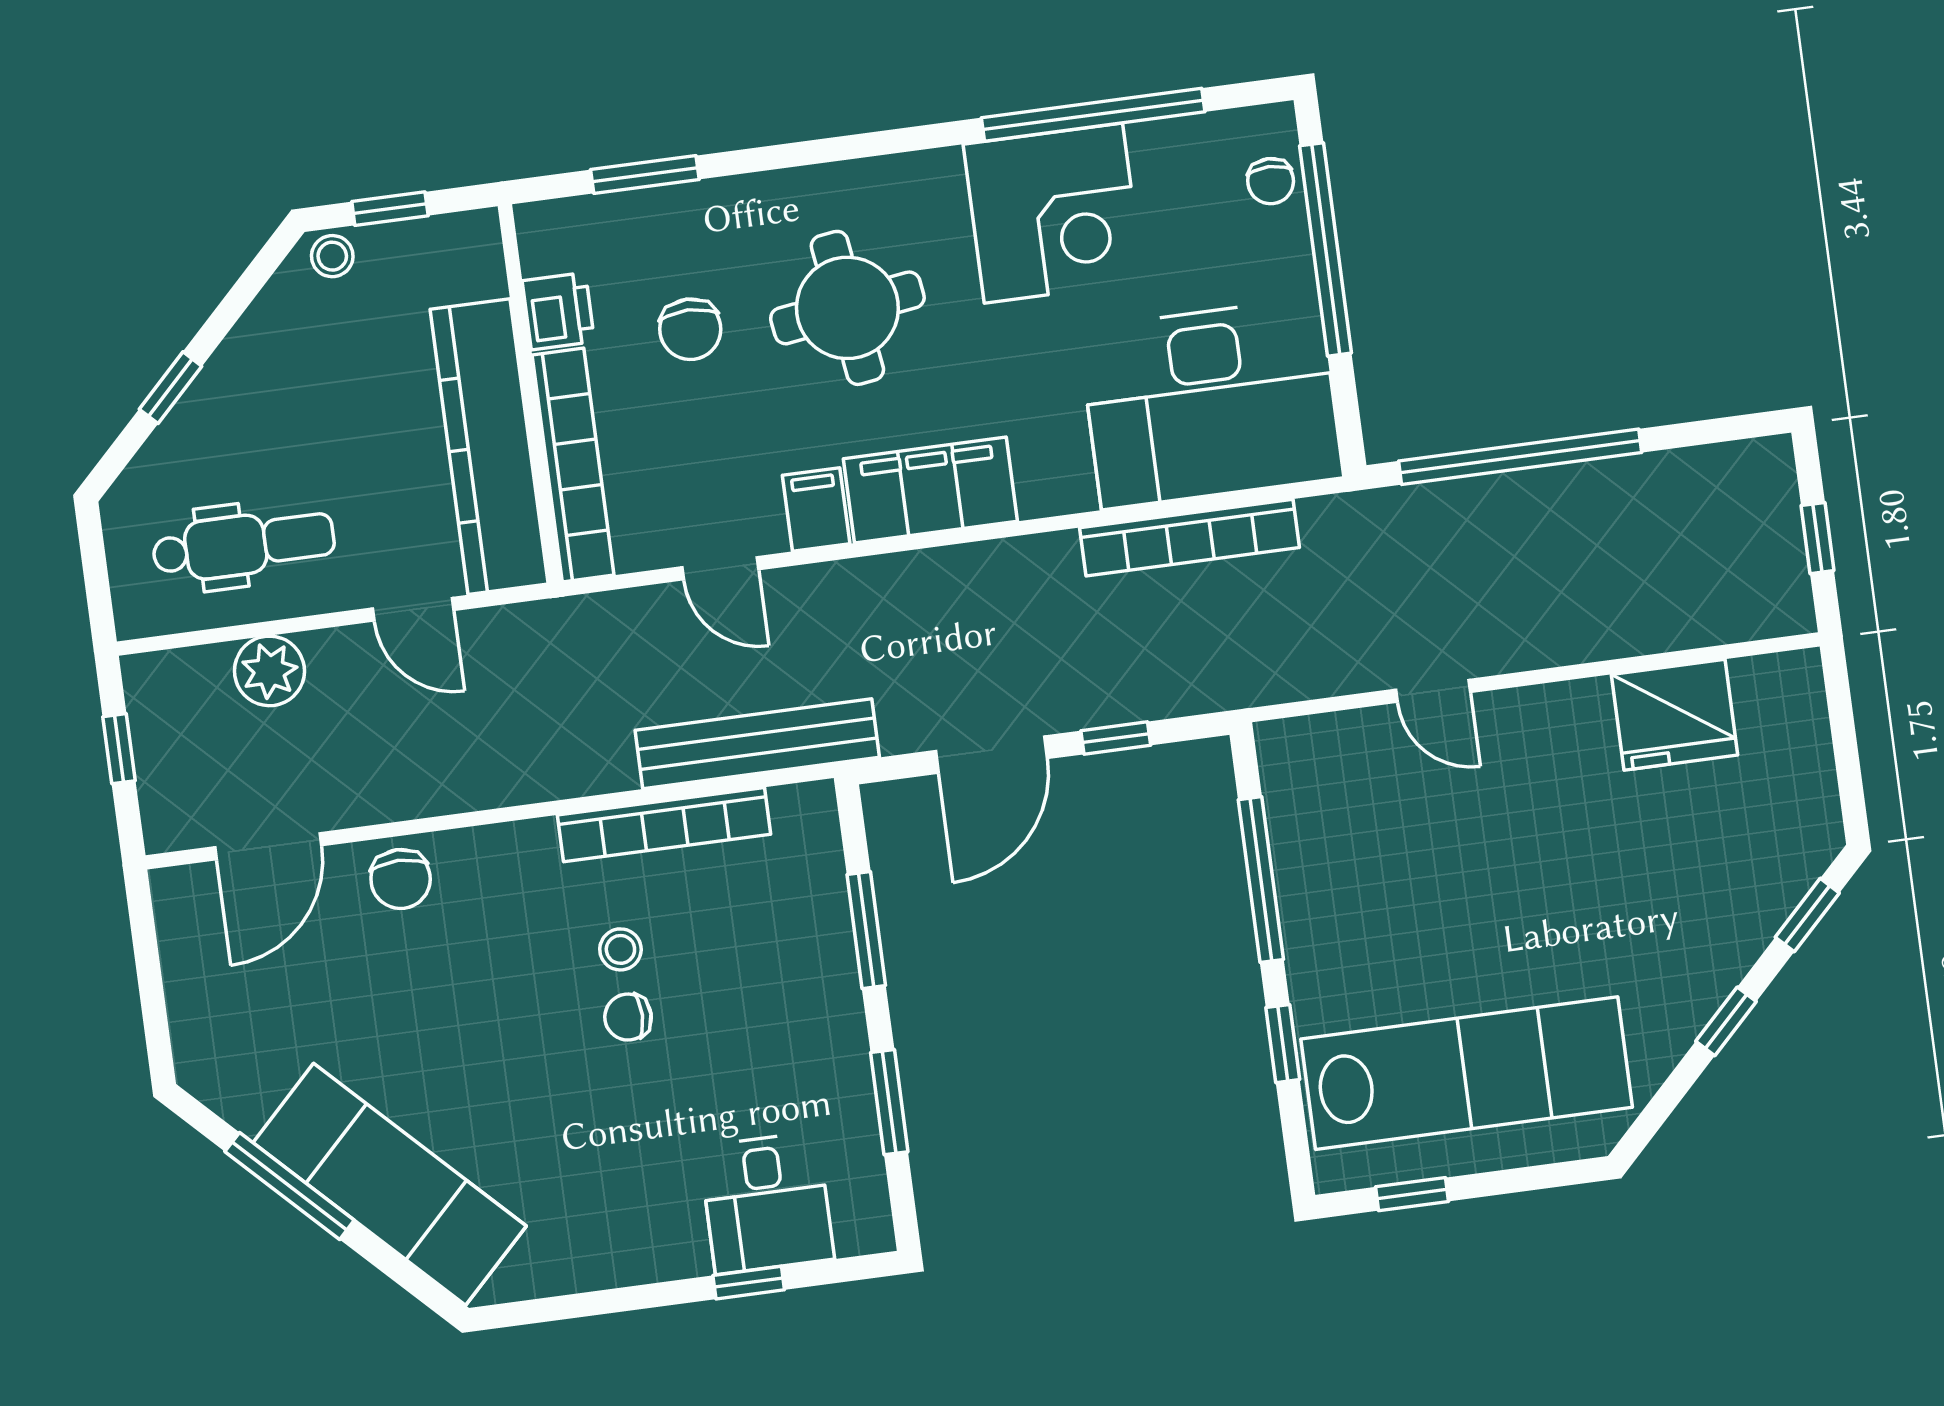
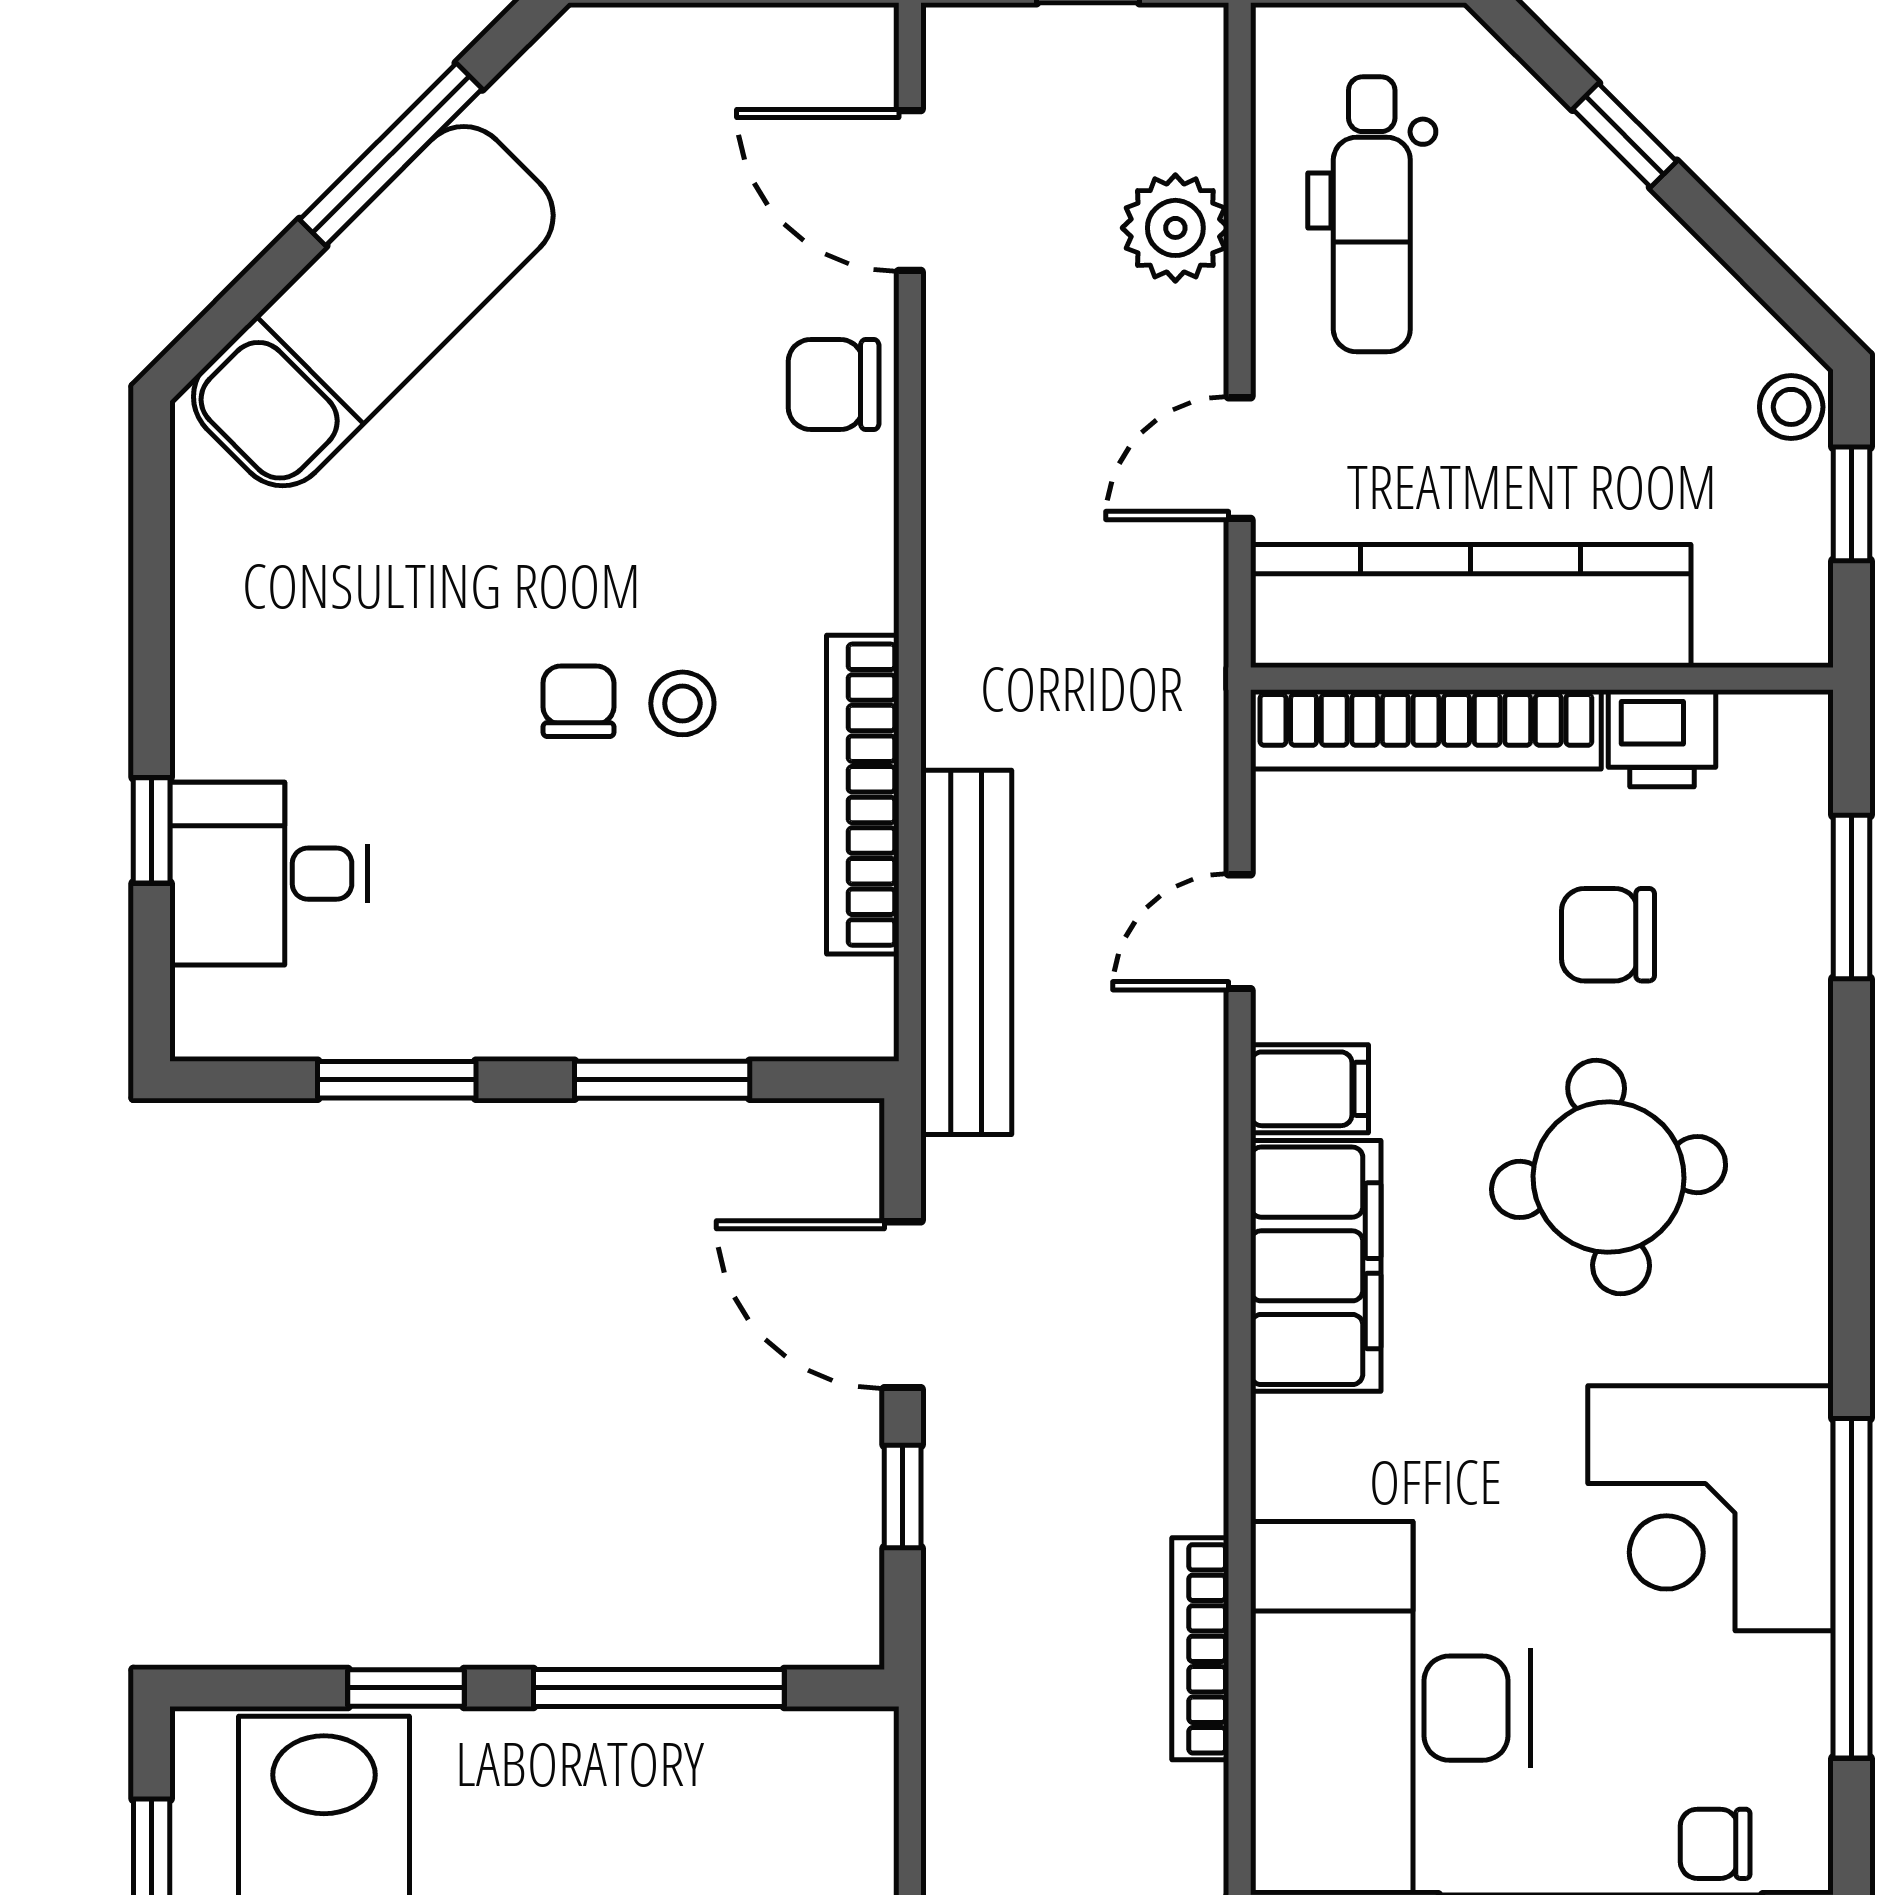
bookcase: (1189, 538) -> (1200, 1649), width x0.68, depth x0.76

